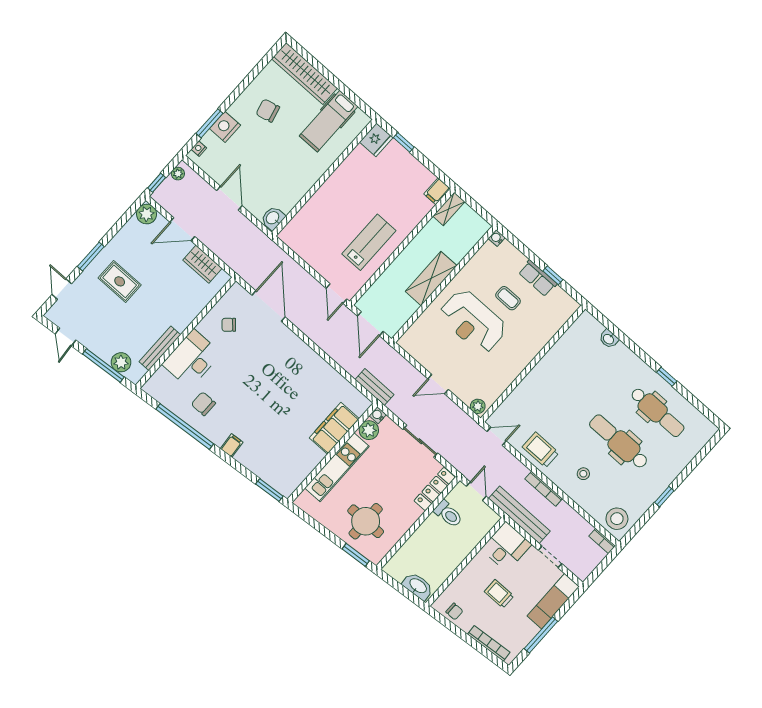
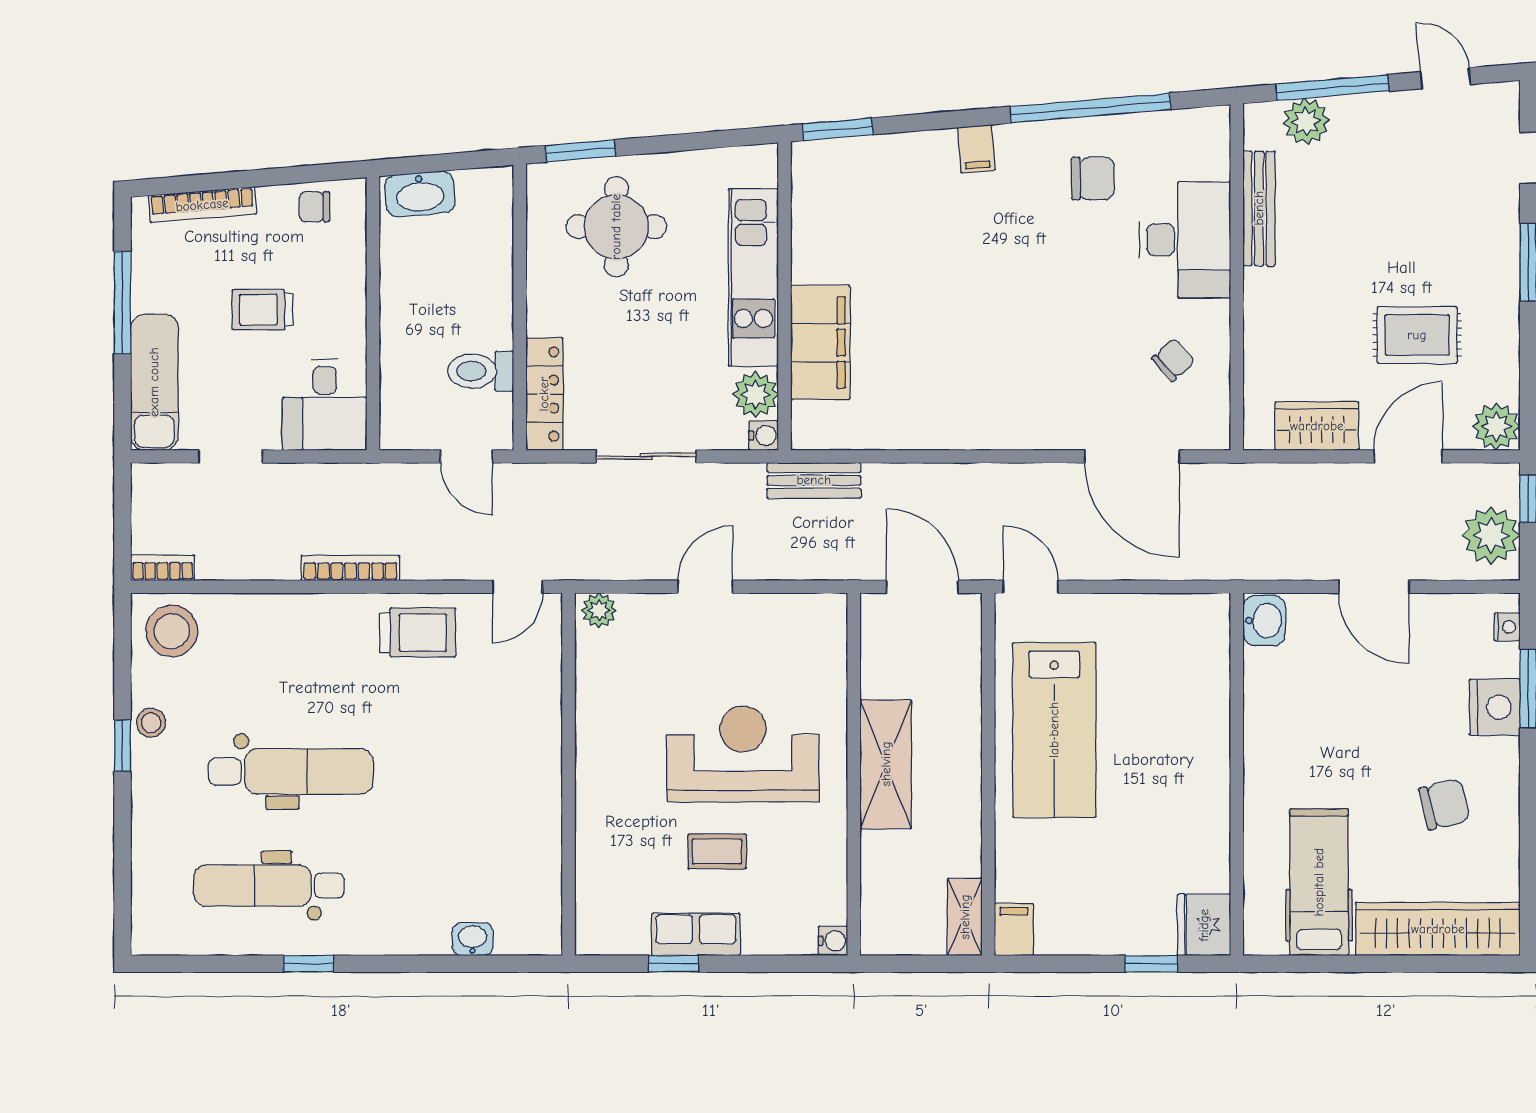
plant: (178, 174) -> (1491, 535), width x1.88, depth x1.88
lab bench: (369, 242) -> (1054, 730), width x1.36, depth x1.39
rug: (120, 281) -> (1417, 335), moved
stool: (583, 474) -> (151, 723), moved
bench: (519, 515) -> (352, 483), removed
trolley: (499, 594) -> (263, 310), turned 180

